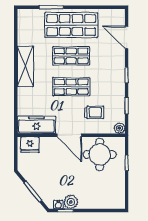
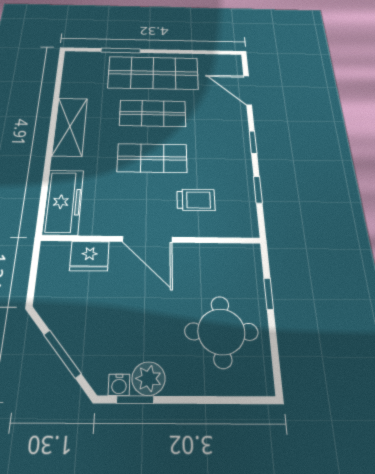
freezer: (36, 125) -> (63, 202), moved, turned 90
plant: (119, 128) -> (248, 228), removed
fridge: (30, 145) -> (89, 256), moved
round table: (100, 155) -> (221, 332), moved

